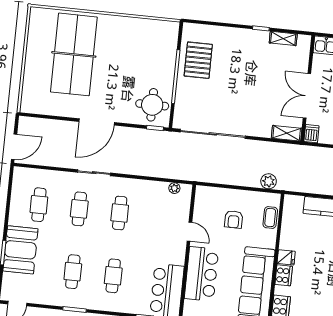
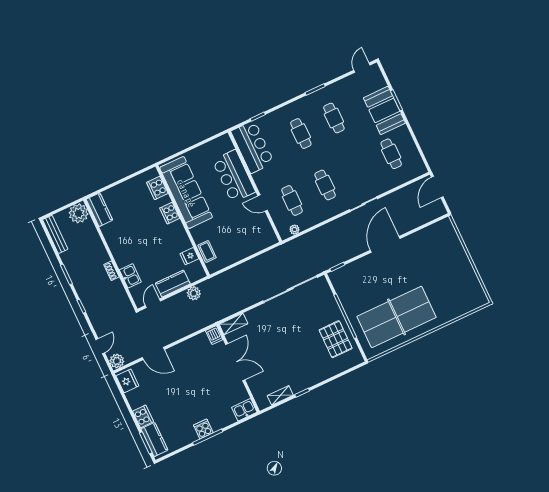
table tennis table: (74, 54) -> (397, 317), moved, turned 90
round table: (152, 105) -> (350, 283), removed
plant: (269, 181) -> (194, 293), moved
cafe table: (79, 209) -> (292, 200), moved
armchair: (234, 219) -> (234, 233), removed
fridge: (286, 257) -> (189, 256), moved

